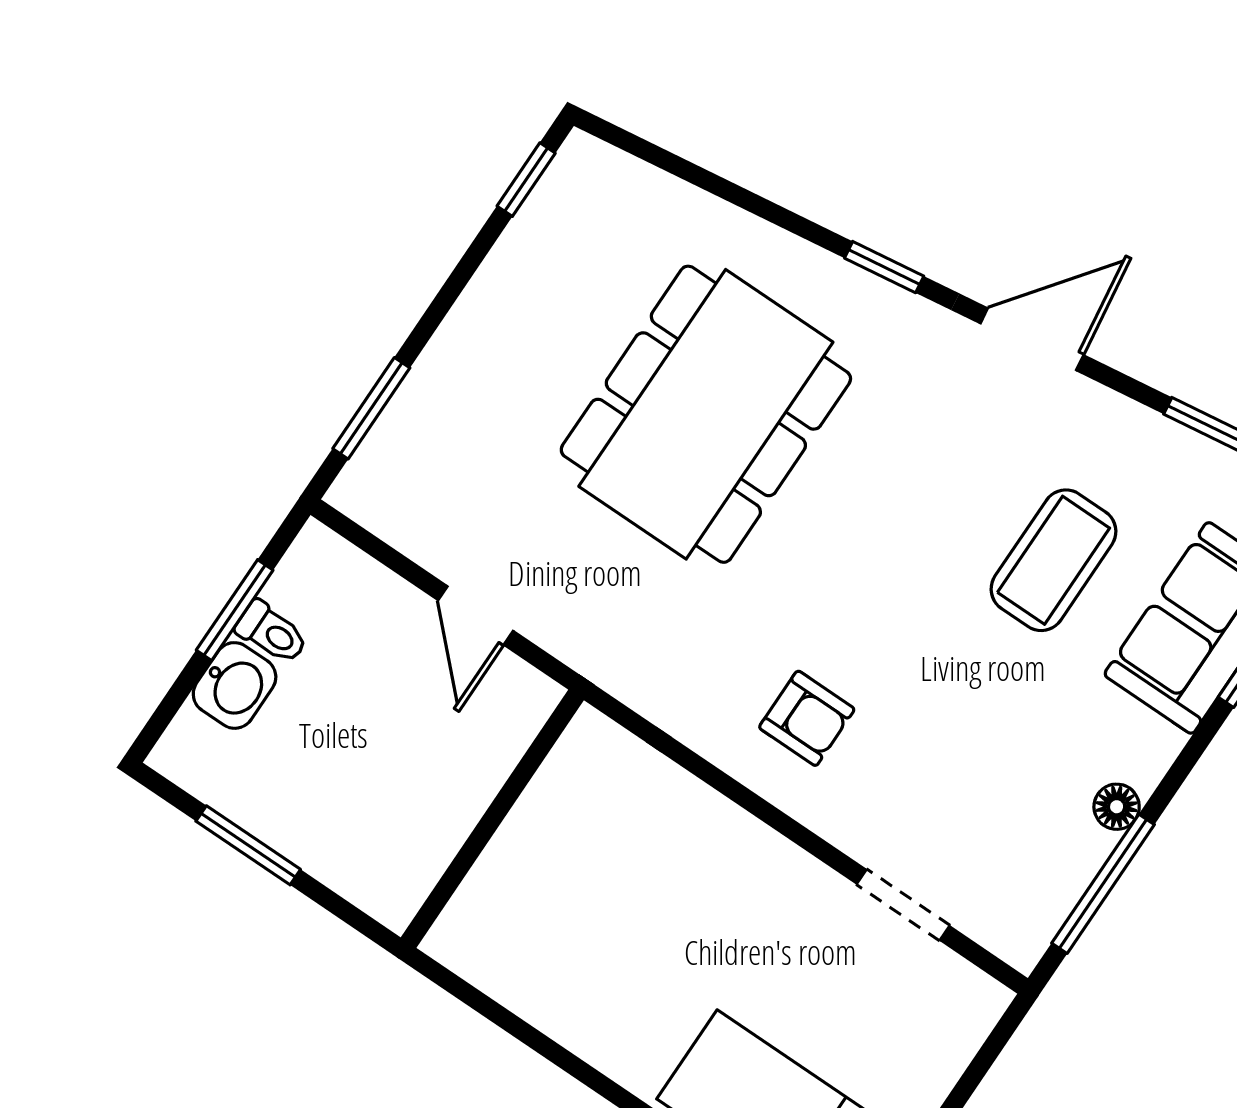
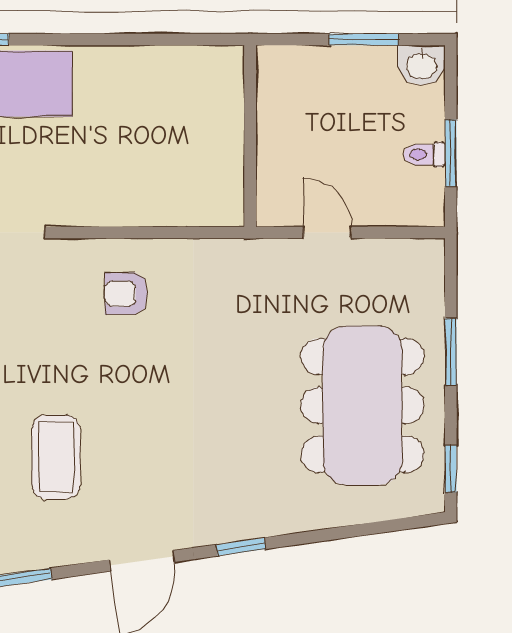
window: (371, 408) -> (451, 352), moved
dining table: (706, 414) -> (362, 405), moved
washbasin: (235, 685) -> (421, 65), moved, turned -90

